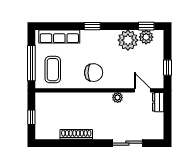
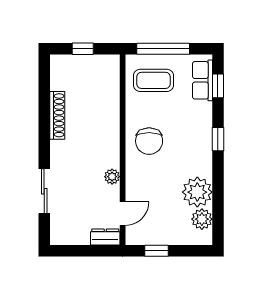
window: (146, 26) -> (218, 86), moved
row of seats: (59, 37) -> (203, 80), width x0.68

